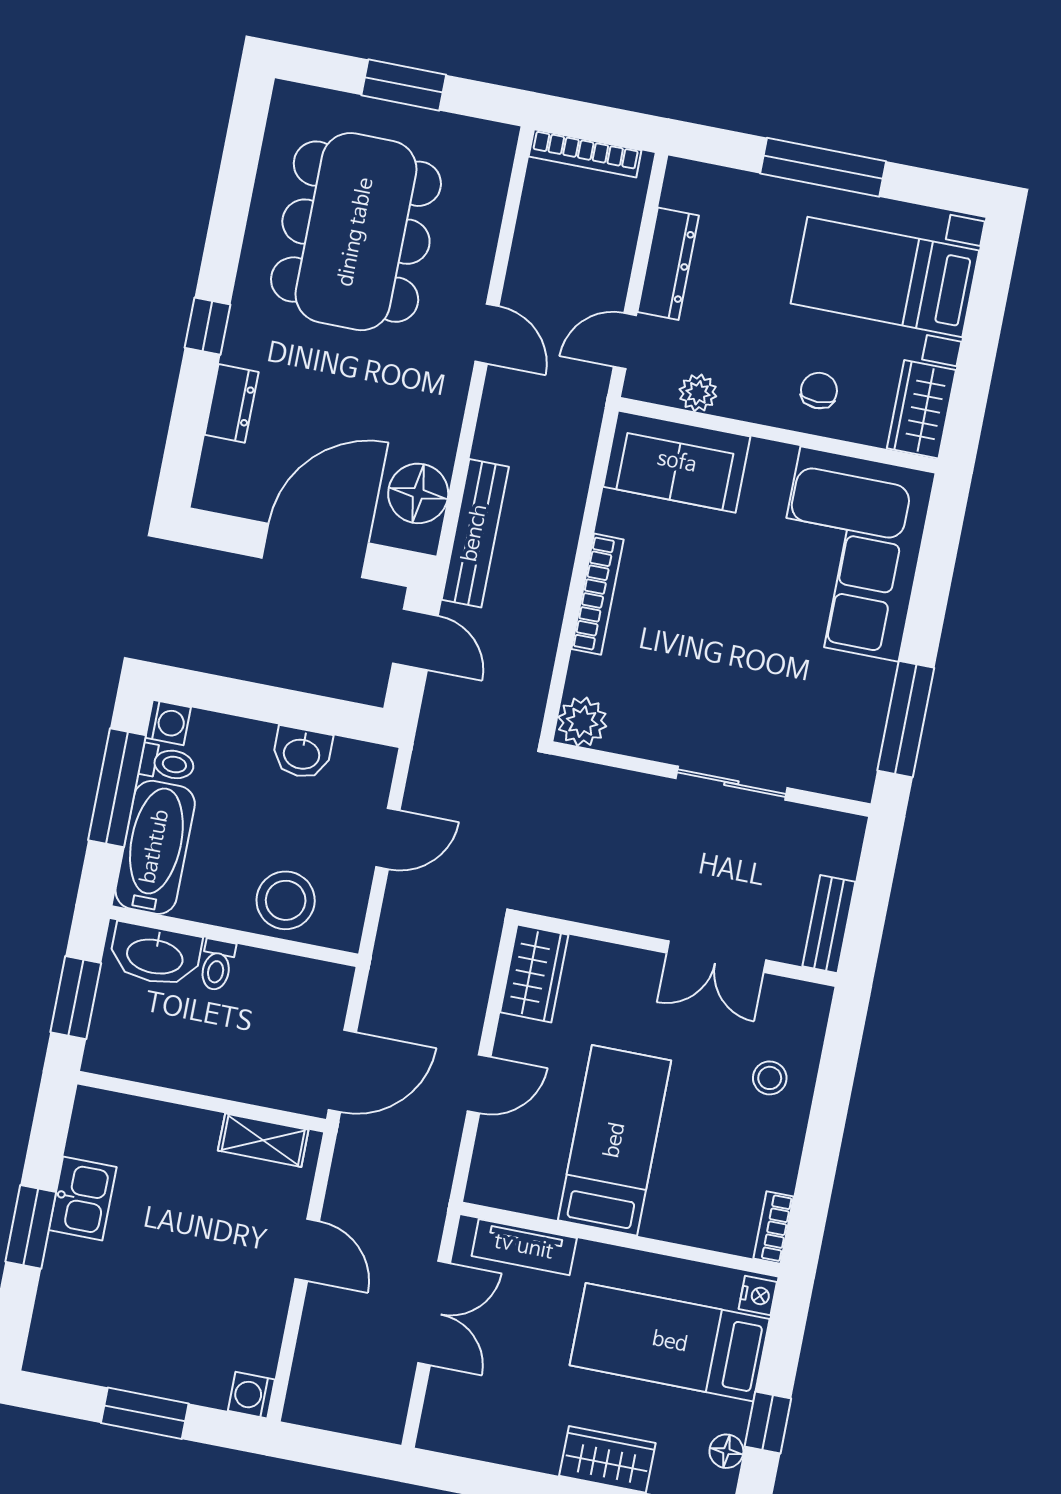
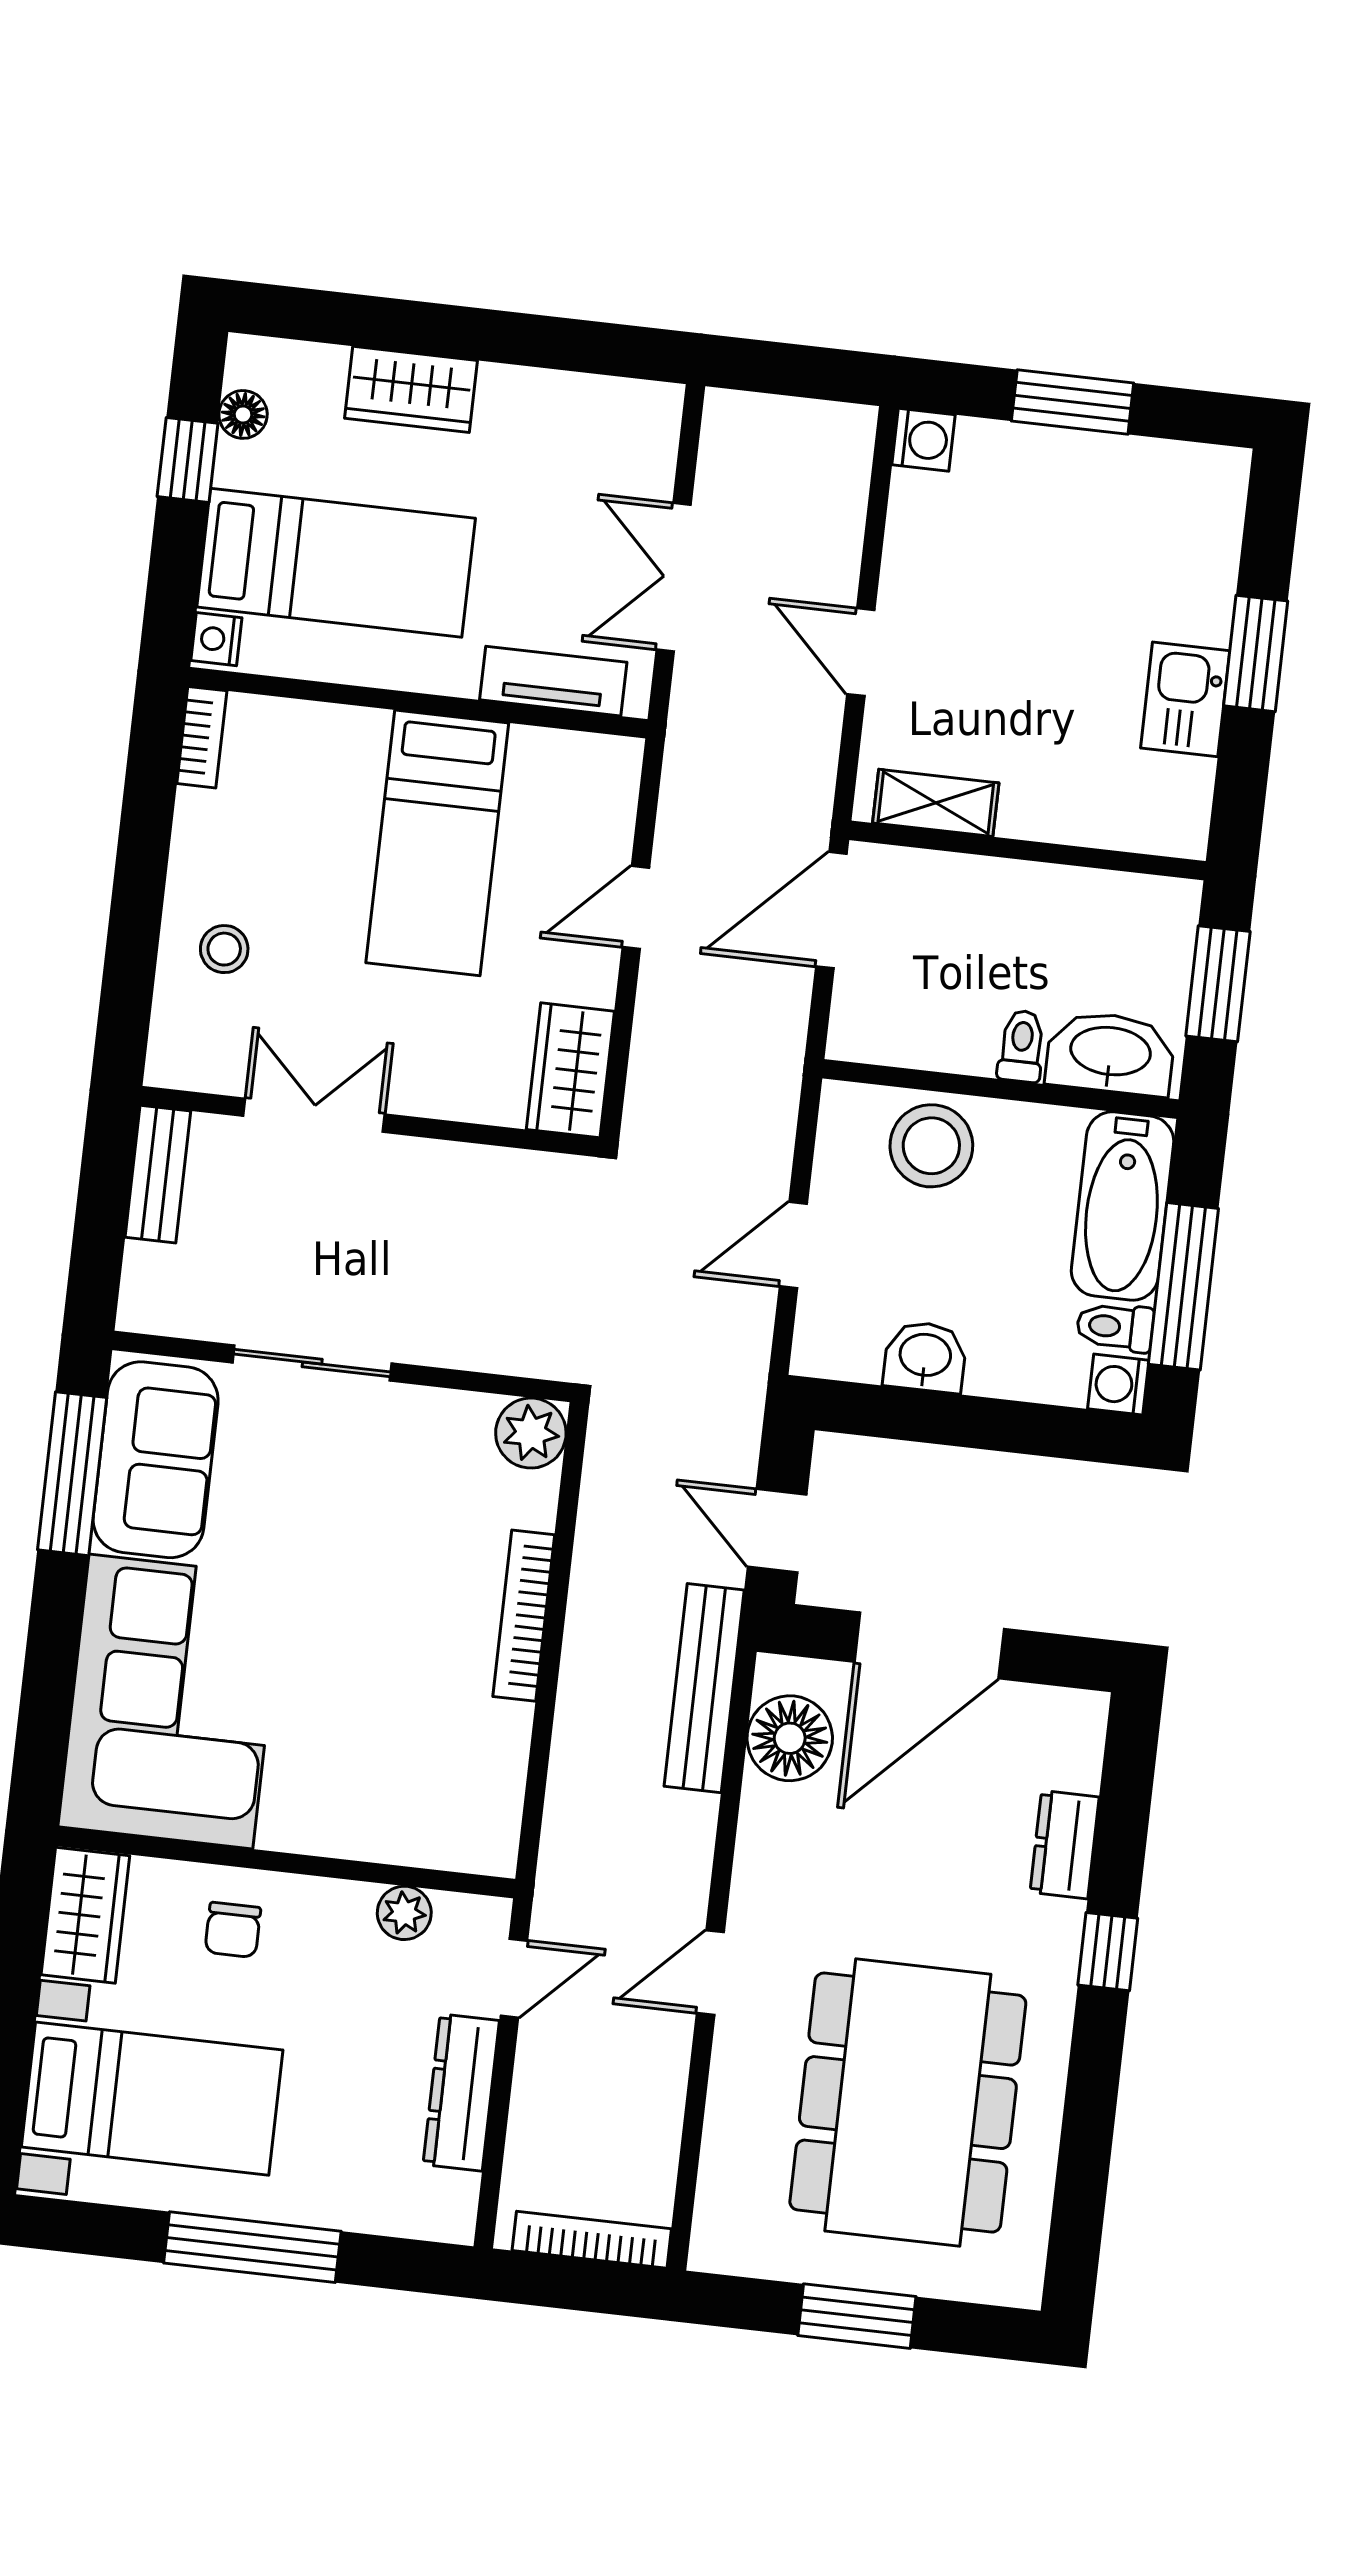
door: (487, 334) -> (710, 1973), hinge flipped
sofa: (677, 462) -> (156, 1460), moved, turned 90

